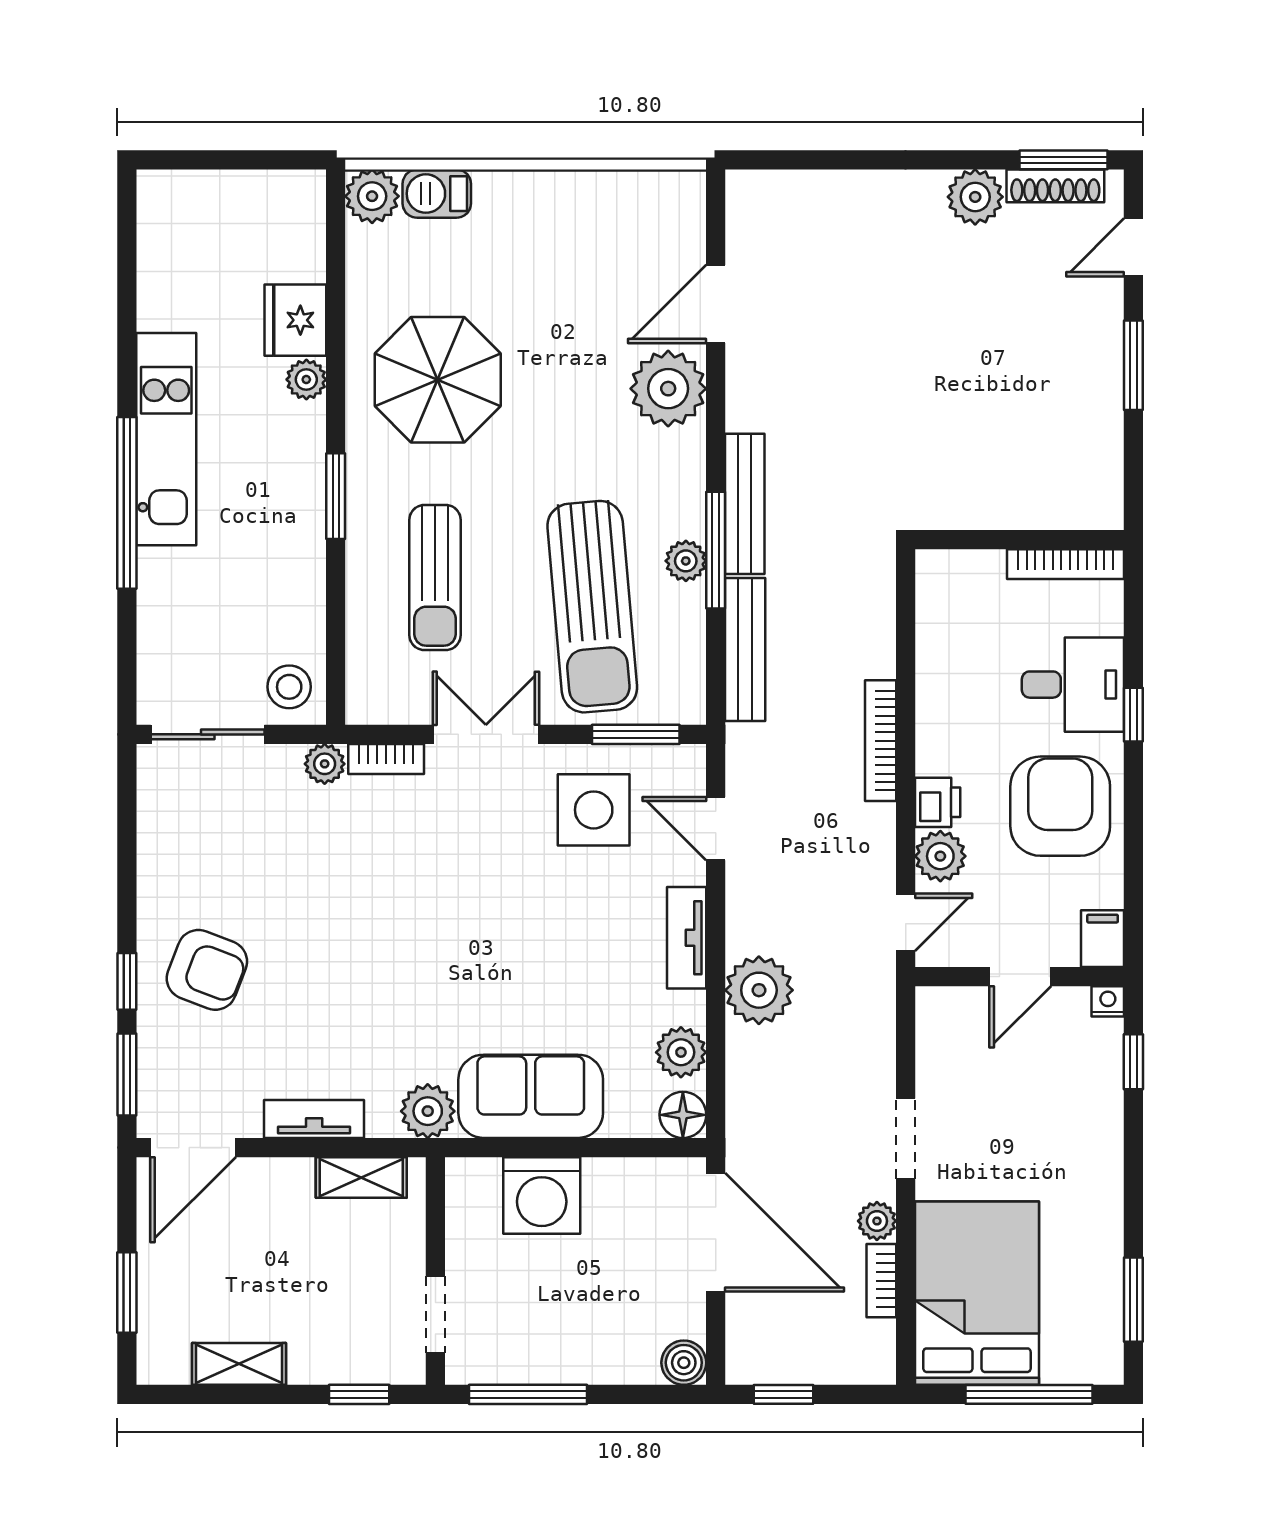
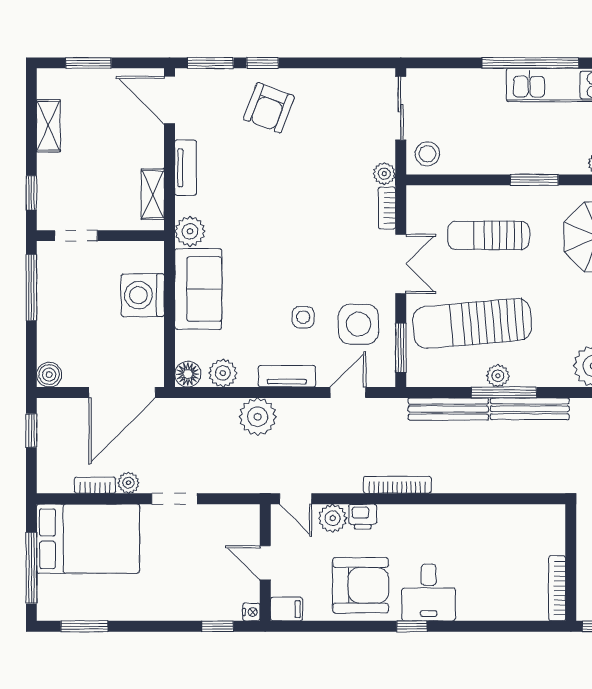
wall: (1019, 540) -> (571, 563), moved
bookcase: (1065, 564) -> (557, 588), moved
side table: (581, 909) -> (303, 317), added

